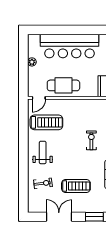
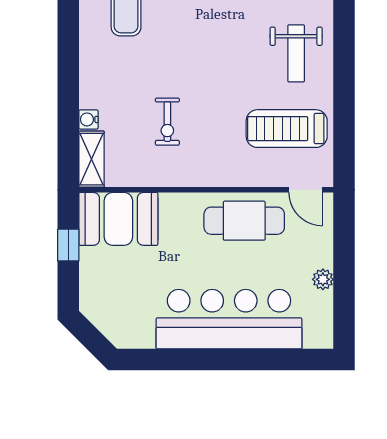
door: (39, 98) -> (306, 190), swing flipped
exercise bike: (91, 140) -> (167, 122), moved

